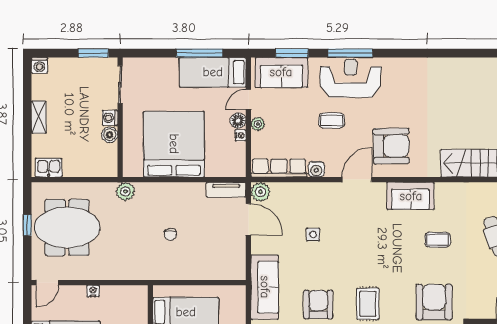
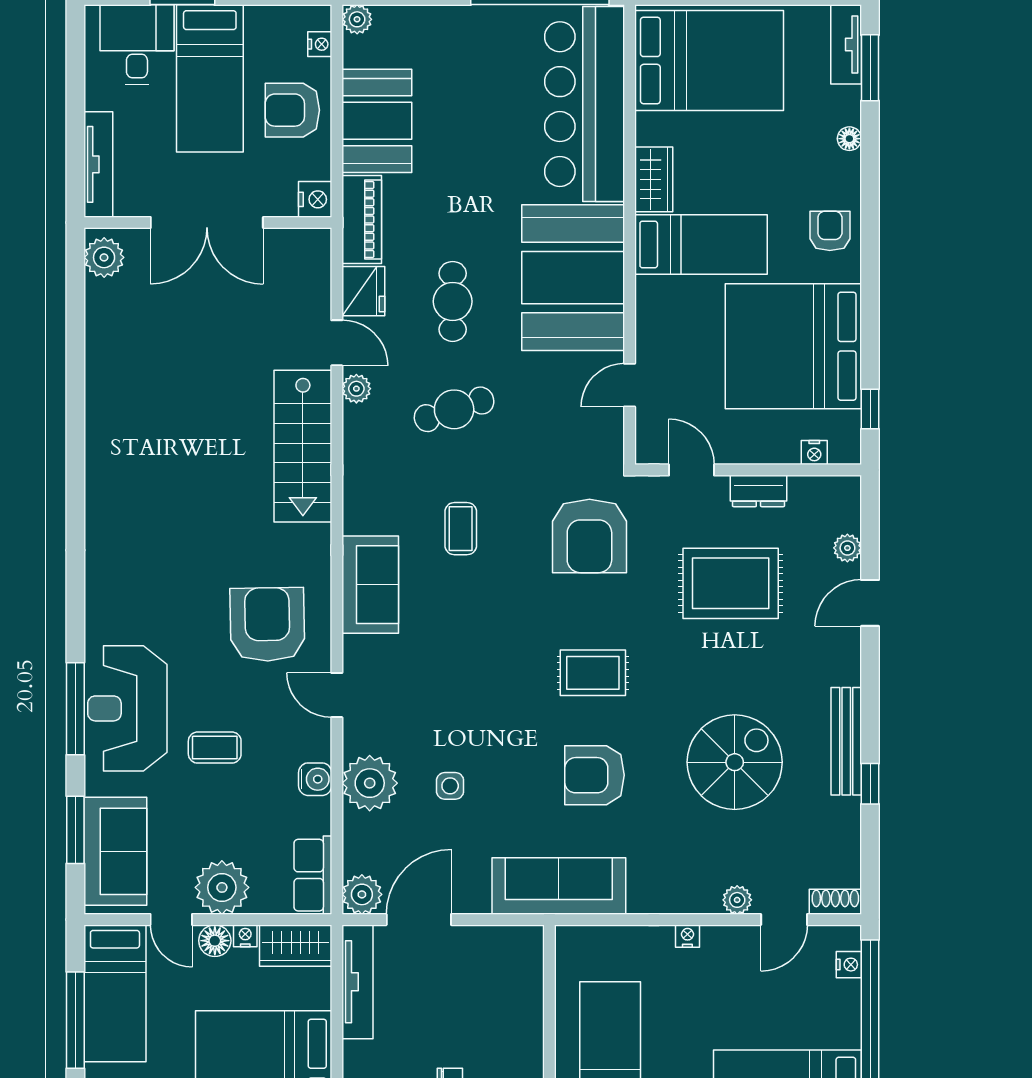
coffee table: (332, 121) -> (215, 748), turned 90
plant: (258, 124) -> (222, 887), width x1.88, depth x1.88
wardrobe: (236, 160) -> (296, 946), added
row of seats: (279, 168) -> (313, 875), width x0.68
door: (357, 180) -> (337, 695), width x0.73
tv unit: (226, 190) -> (357, 982), width x1.41
plant: (314, 196) -> (370, 783), added
armchair: (434, 302) -> (589, 536), turned -90

